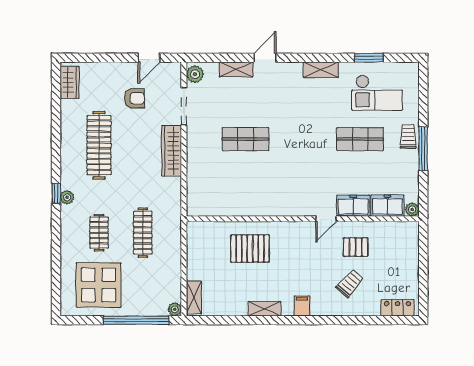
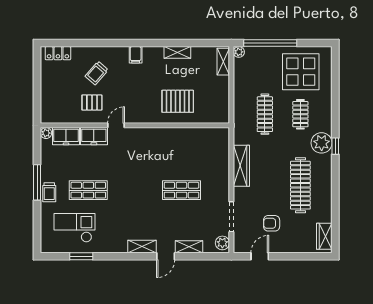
shelving: (321, 70) -> (142, 247), moved
wardrobe: (172, 151) -> (241, 166), moved
plant: (67, 197) -> (322, 143), width x1.88, depth x1.88
shelving: (264, 309) -> (177, 52), moved

